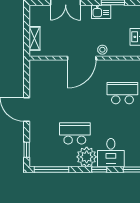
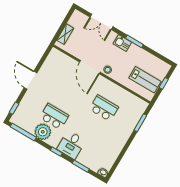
door: (82, 58) -> (90, 67), hinge flipped
plant: (87, 157) -> (43, 132), moved

